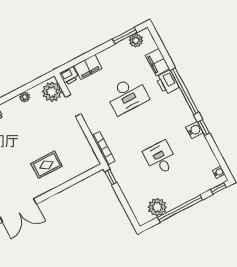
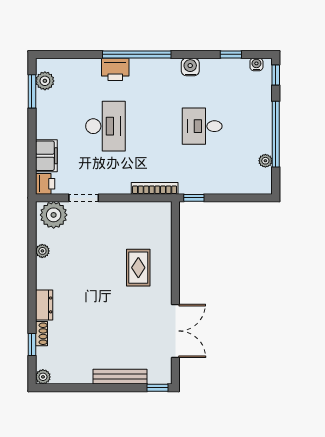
filing cabinet: (157, 62) -> (85, 69), removed
window: (204, 127) -> (231, 54), moved
plant: (157, 207) -> (265, 161), width x0.53, depth x0.53

